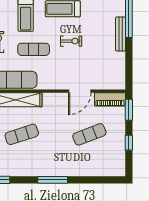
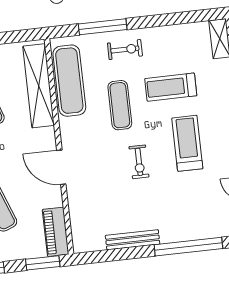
bench: (121, 34) -> (133, 240), moved
door: (80, 91) -> (61, 167), moved

